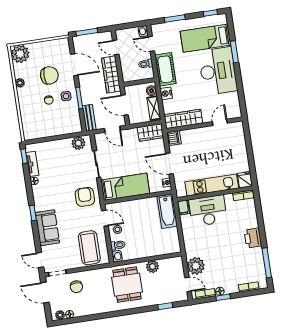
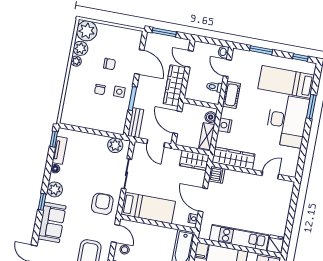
cot: (165, 69) -> (231, 95), width x0.73, depth x0.75
plant: (20, 71) -> (81, 48), added
chair: (49, 75) -> (109, 64), width x0.54, depth x0.54
plant: (40, 199) -> (55, 189), added

